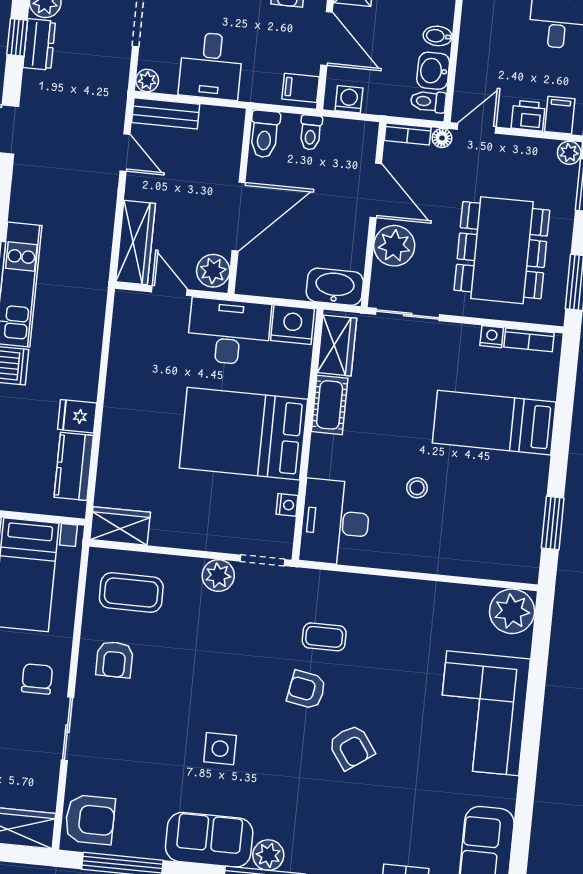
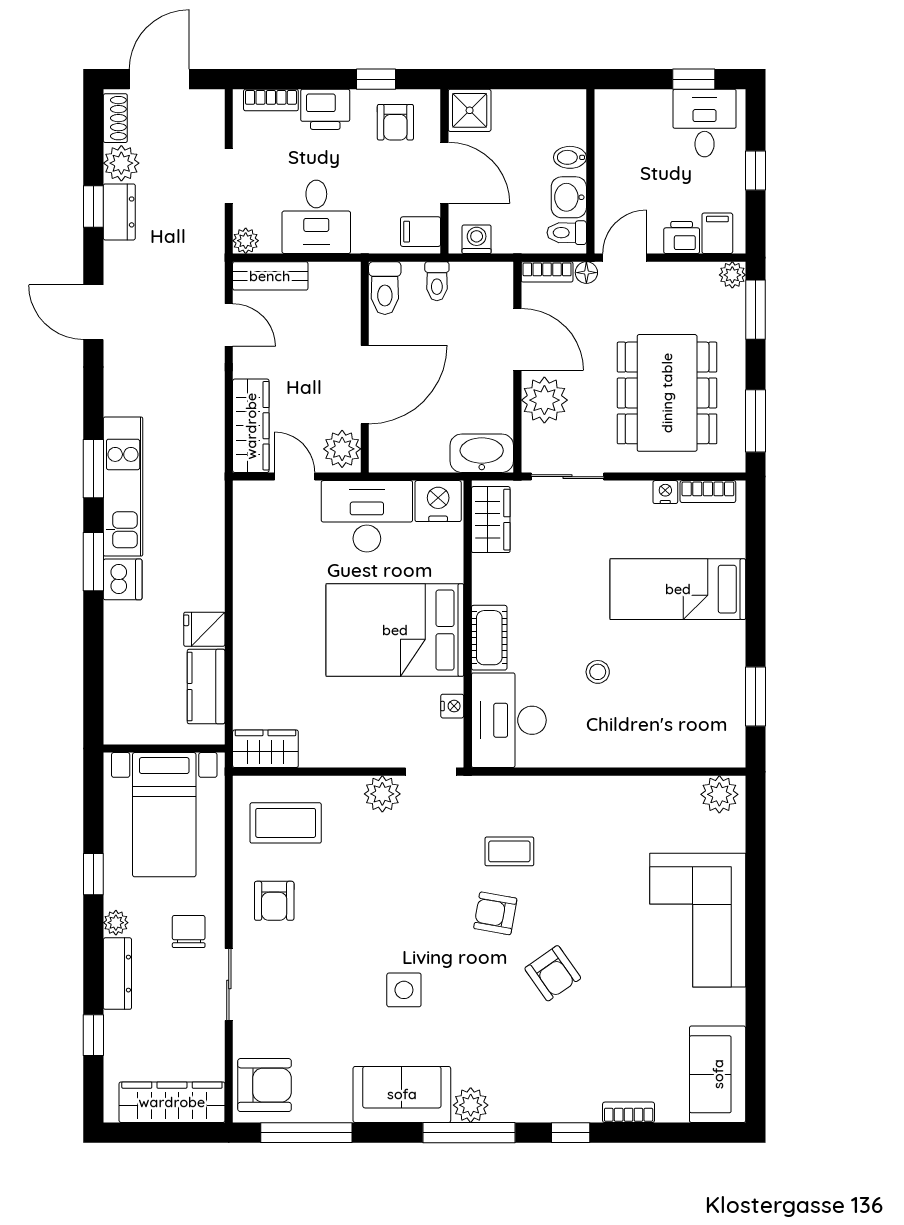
cot: (330, 405) -> (489, 638), moved
plant: (512, 611) -> (719, 794), width x0.73, depth x0.73

